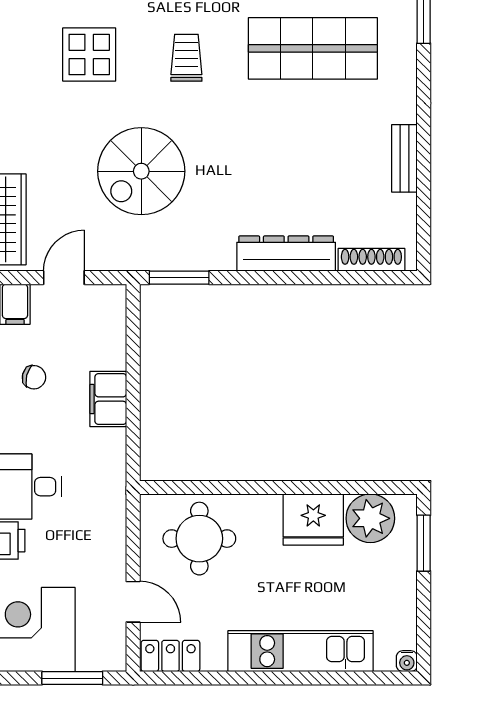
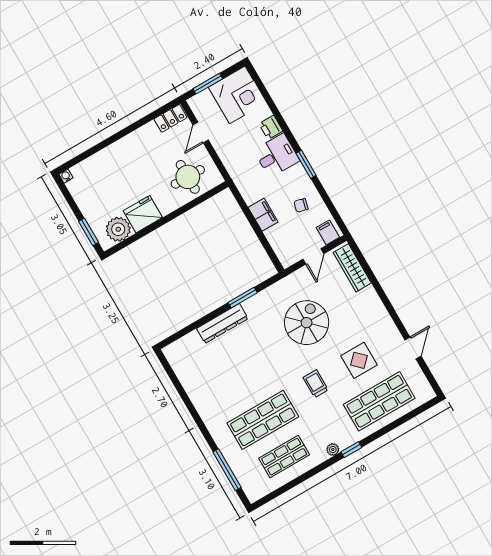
trolley: (186, 58) -> (316, 384), turned 180
bench: (404, 158) -> (195, 395), removed
shoe rack: (371, 260) -> (183, 342), removed
window: (179, 278) -> (243, 298), moved
door: (133, 602) -> (201, 132), hinge flipped
kitchen unit: (301, 651) -> (115, 153), removed

